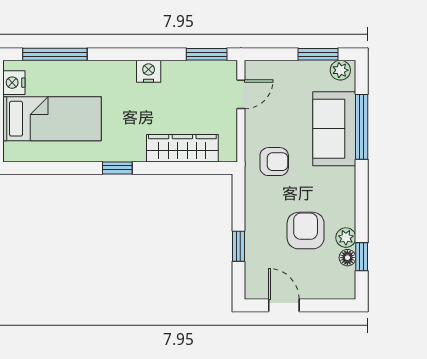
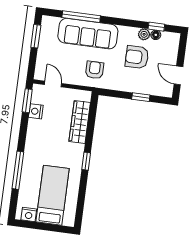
window: (55, 54) -> (18, 170), moved
plant: (340, 70) -> (47, 25), removed
nightstand: (149, 71) -> (36, 111), moved
sofa: (334, 129) -> (88, 34), width x1.36
door: (284, 305) -> (178, 75), hinge flipped

